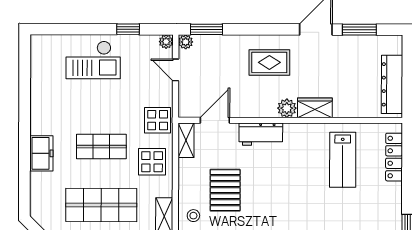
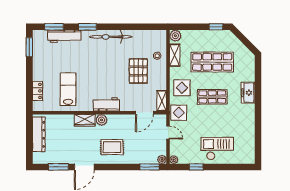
door: (176, 70) -> (168, 133), moved
workbench: (261, 134) -> (106, 104), moved
locker: (394, 157) -> (37, 91), width x0.66

